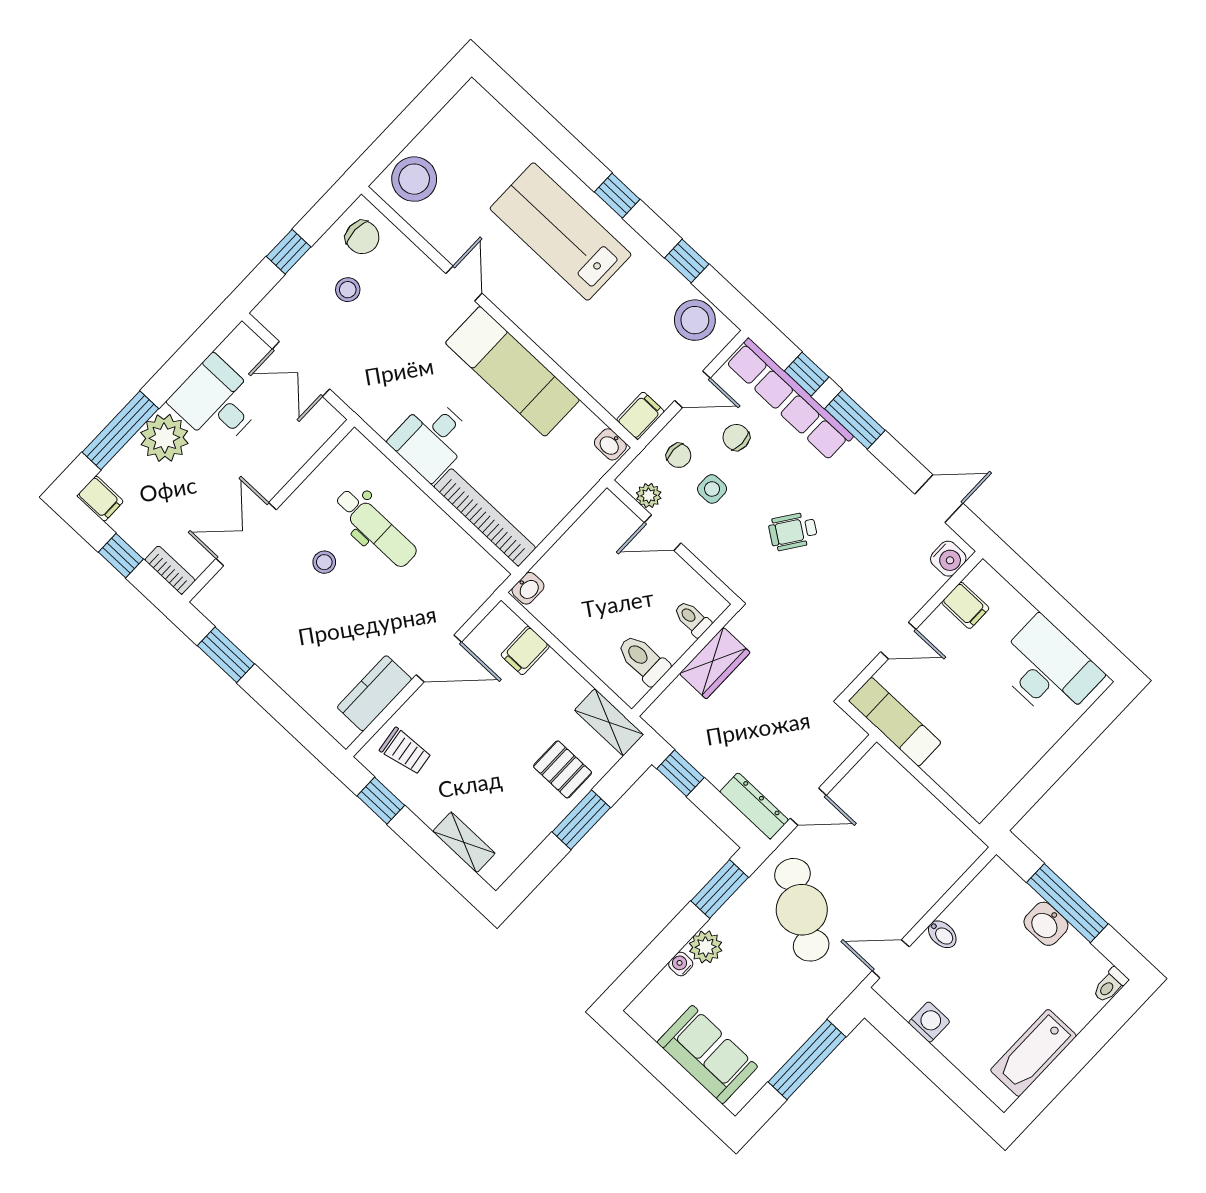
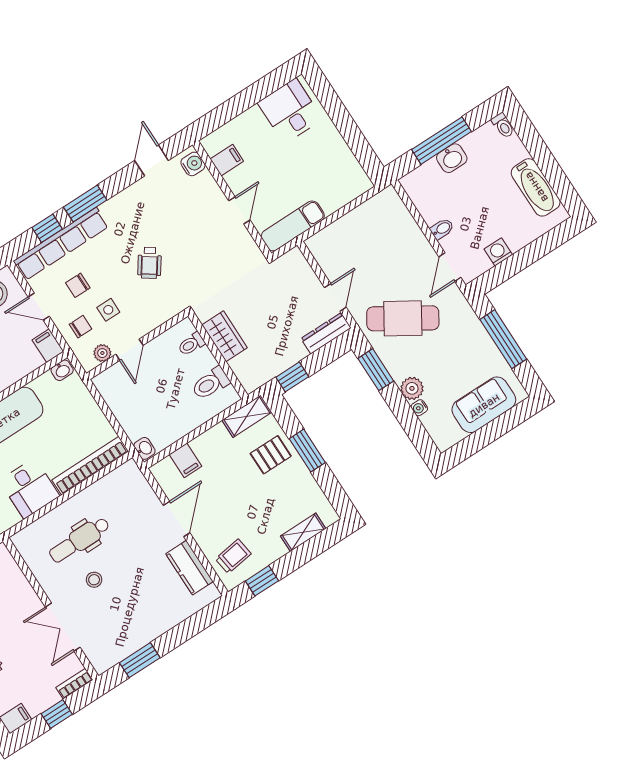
door: (692, 389) -> (39, 307), swing flipped
dental chair: (376, 528) -> (79, 540), turned 180
desk: (1048, 669) -> (290, 111), width x0.73

